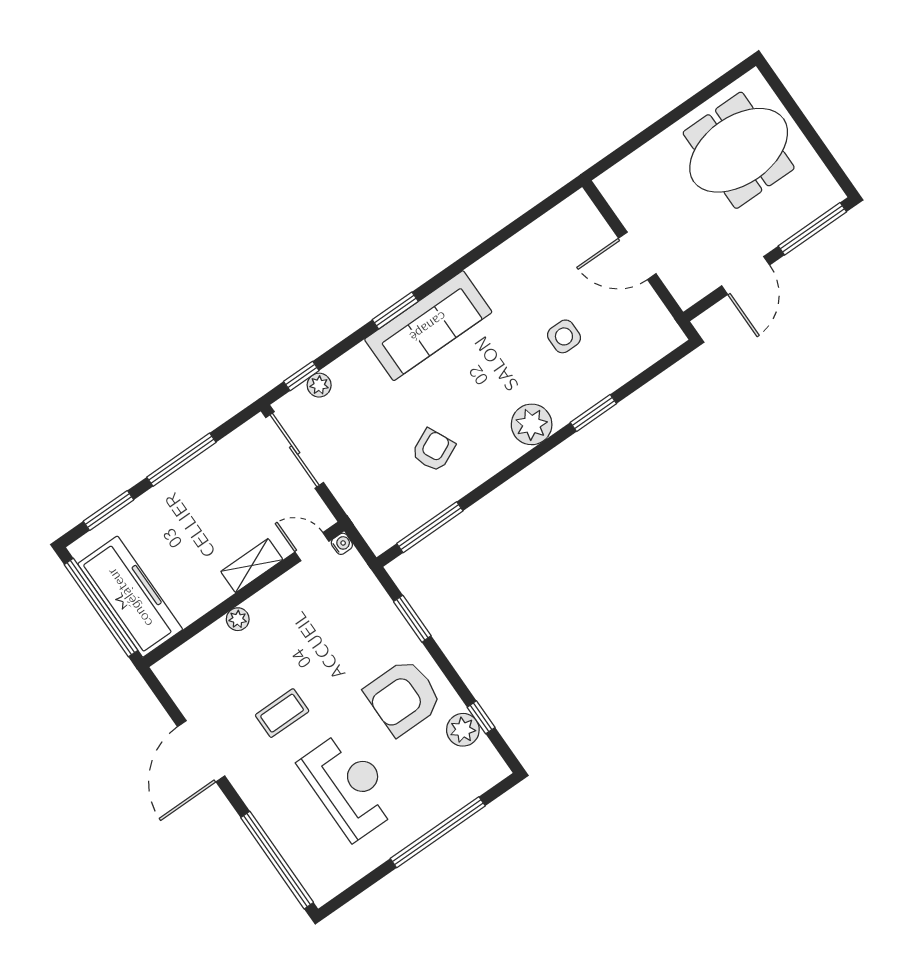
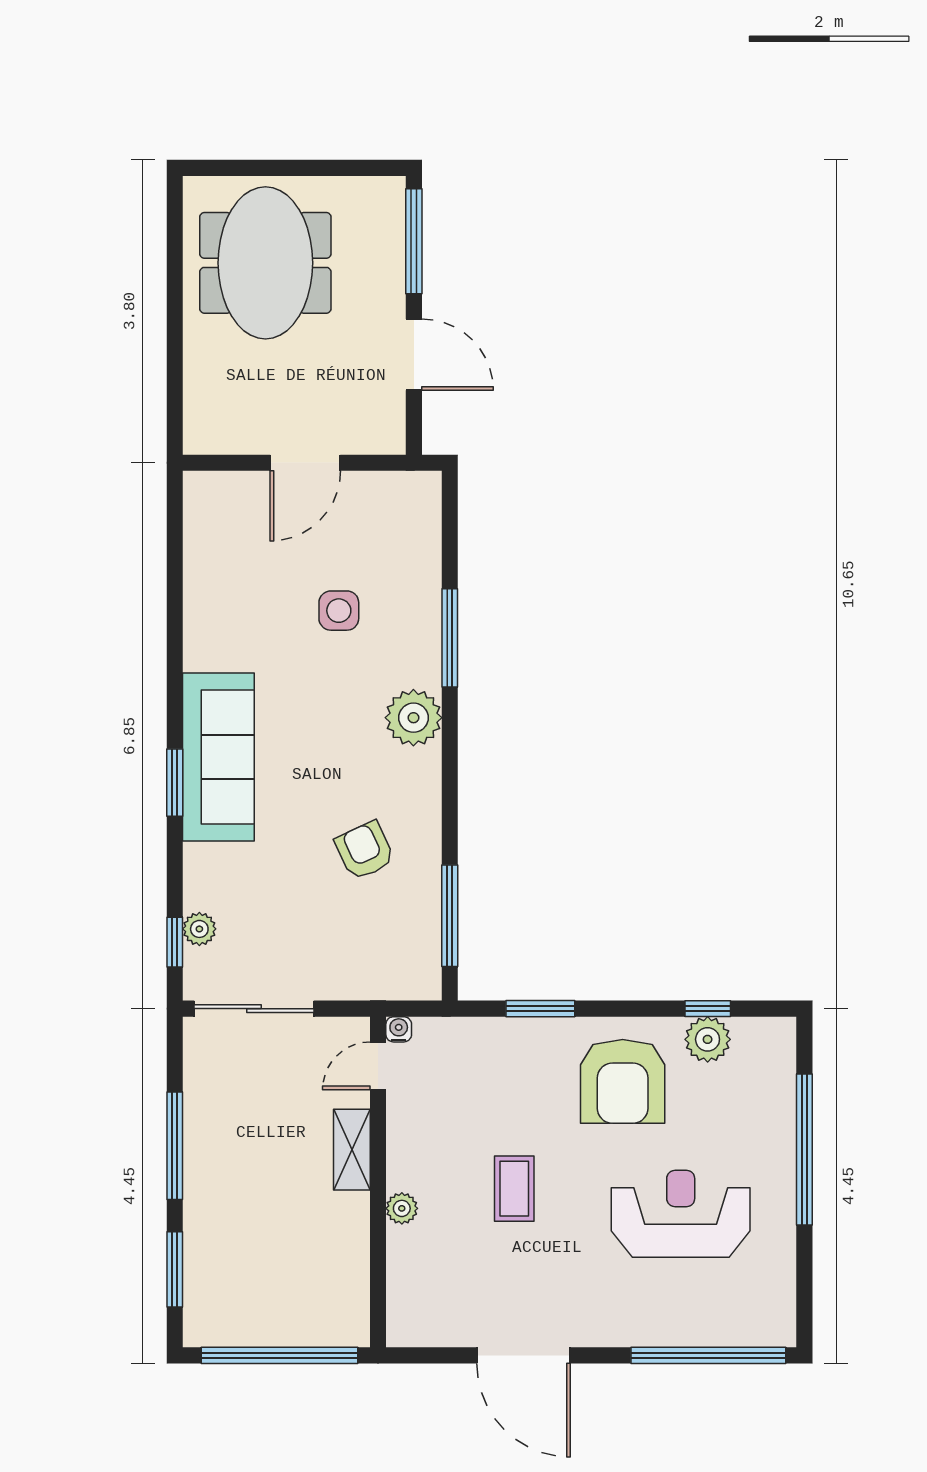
window: (593, 413) -> (450, 638), width x1.44
freezer: (130, 597) -> (290, 1313), removed
coffee table: (282, 713) -> (514, 1189), moved

